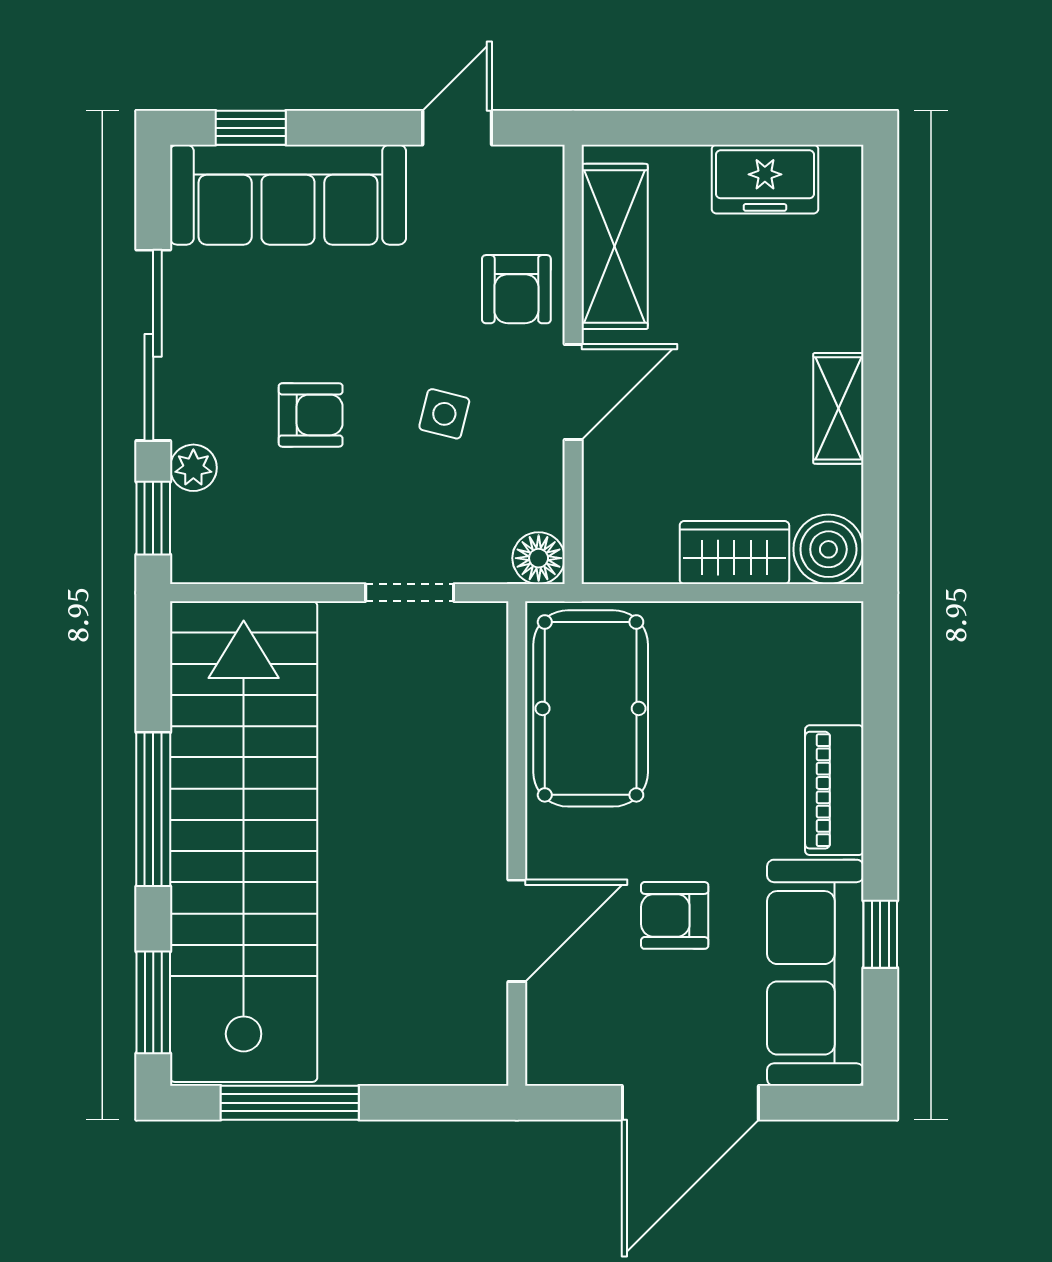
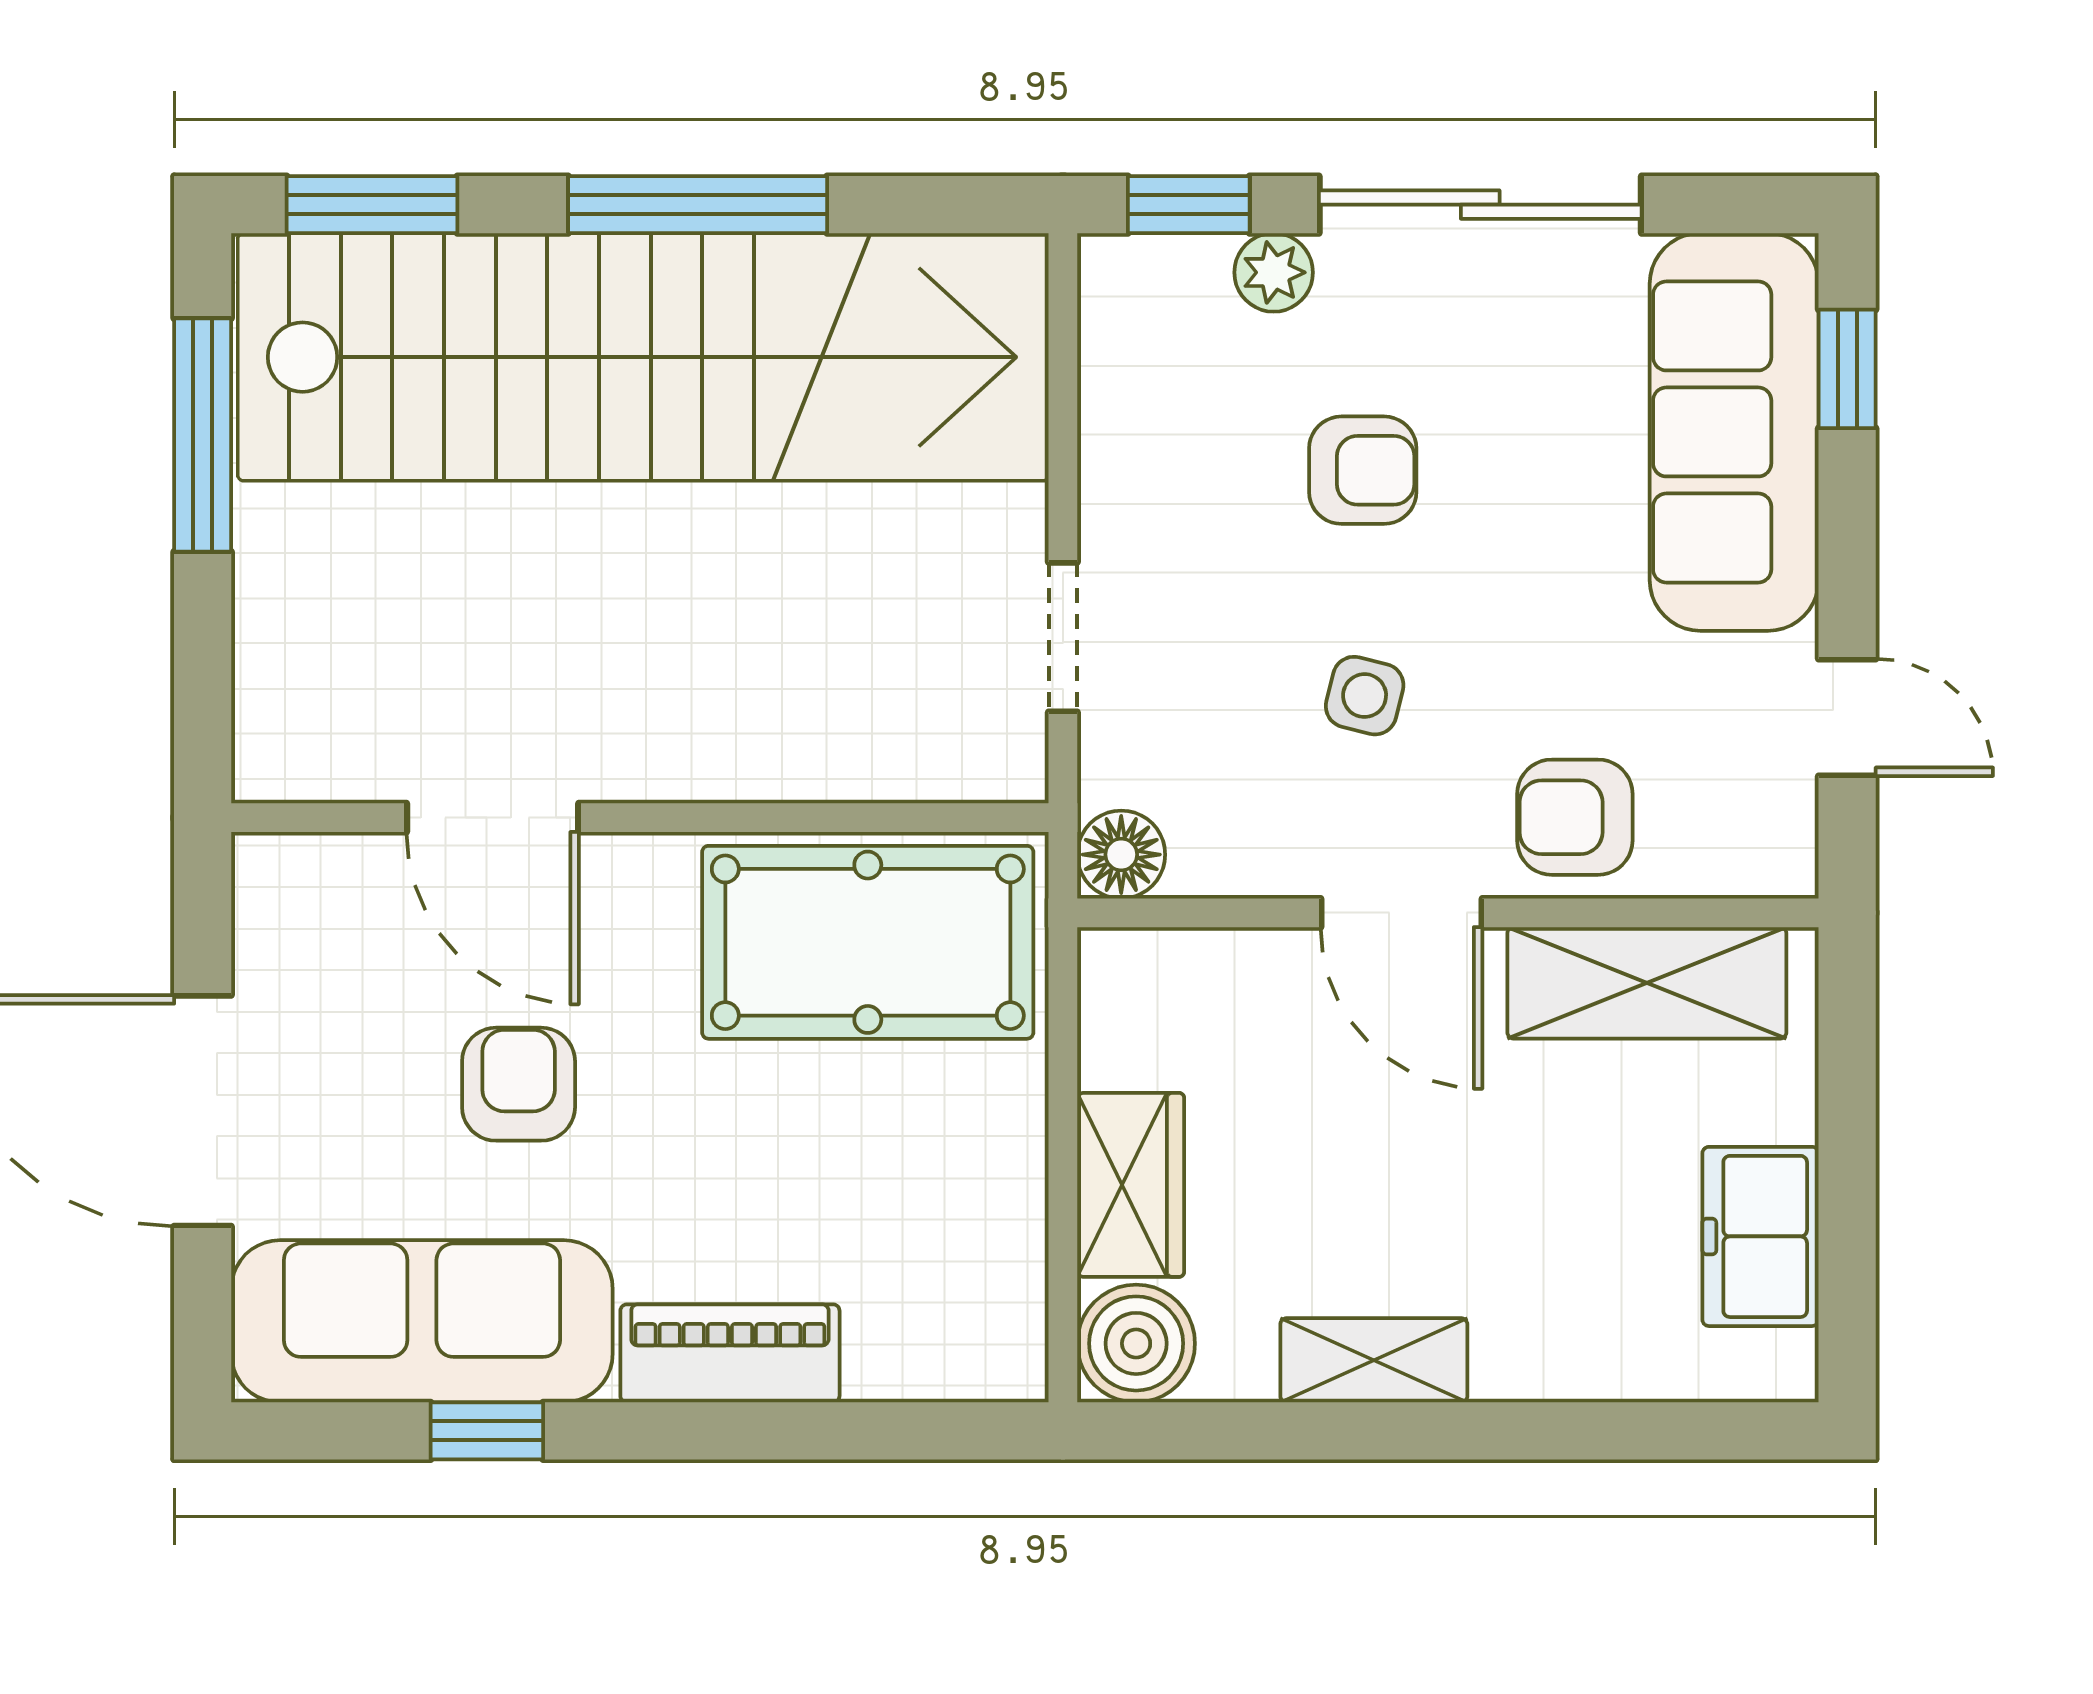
armchair: (311, 415) -> (1363, 470), turned -90

